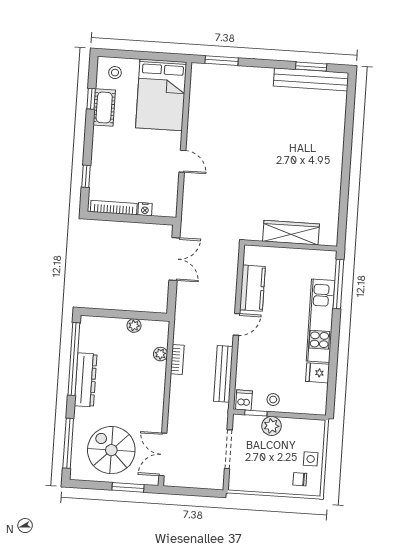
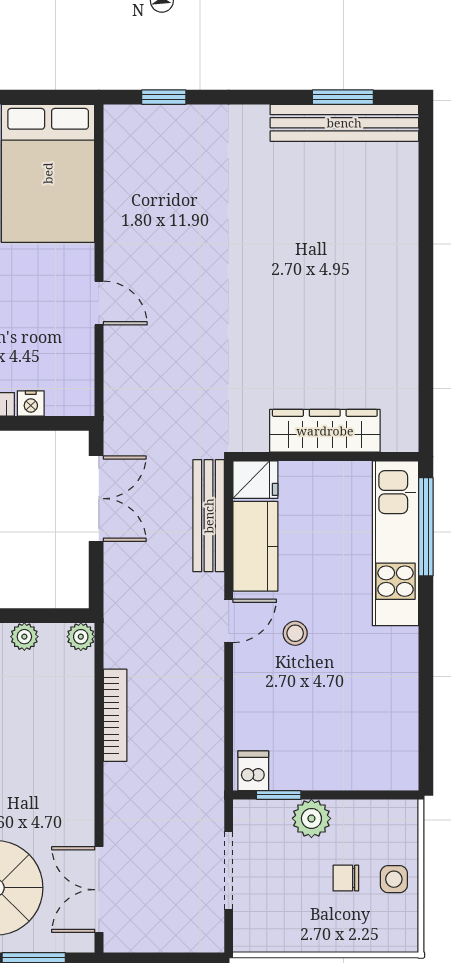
window: (222, 61) -> (164, 97), width x0.67
kitchen unit: (321, 321) -> (395, 543), moved
plant: (160, 354) -> (81, 637), moved
bookcase: (177, 360) -> (115, 715), width x1.56
fridge: (318, 373) -> (255, 480), moved, turned 180
bench: (223, 374) -> (209, 516), moved
stool: (273, 400) -> (295, 633), moved
chair: (300, 479) -> (346, 878), moved

